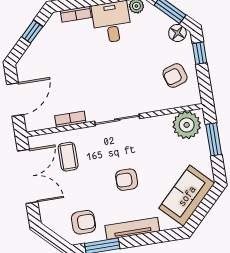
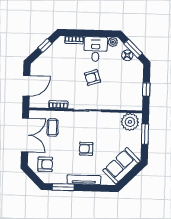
floor lamp: (177, 33) -> (127, 55), moved
window: (200, 53) -> (146, 89), moved
armchair: (175, 76) -> (92, 78), moved
armchair: (83, 222) -> (45, 164), moved

